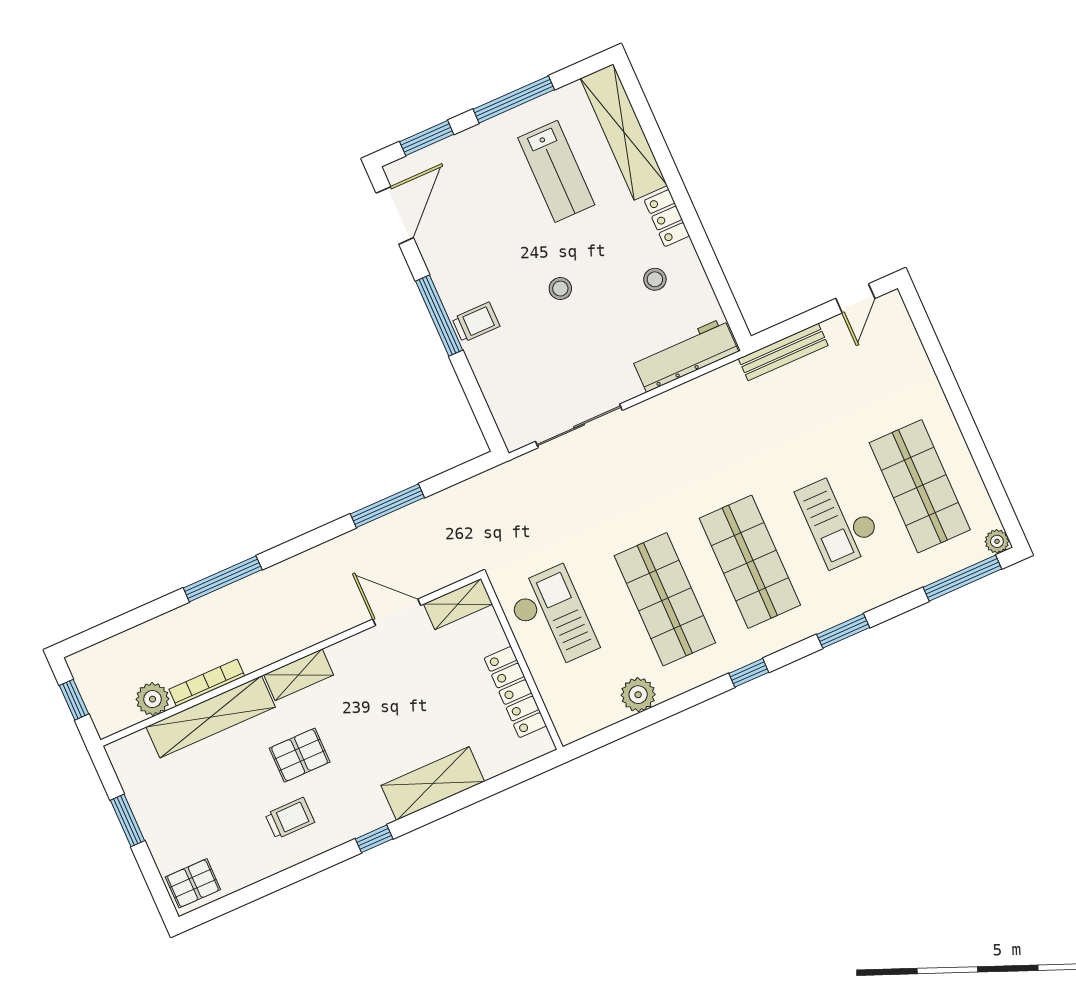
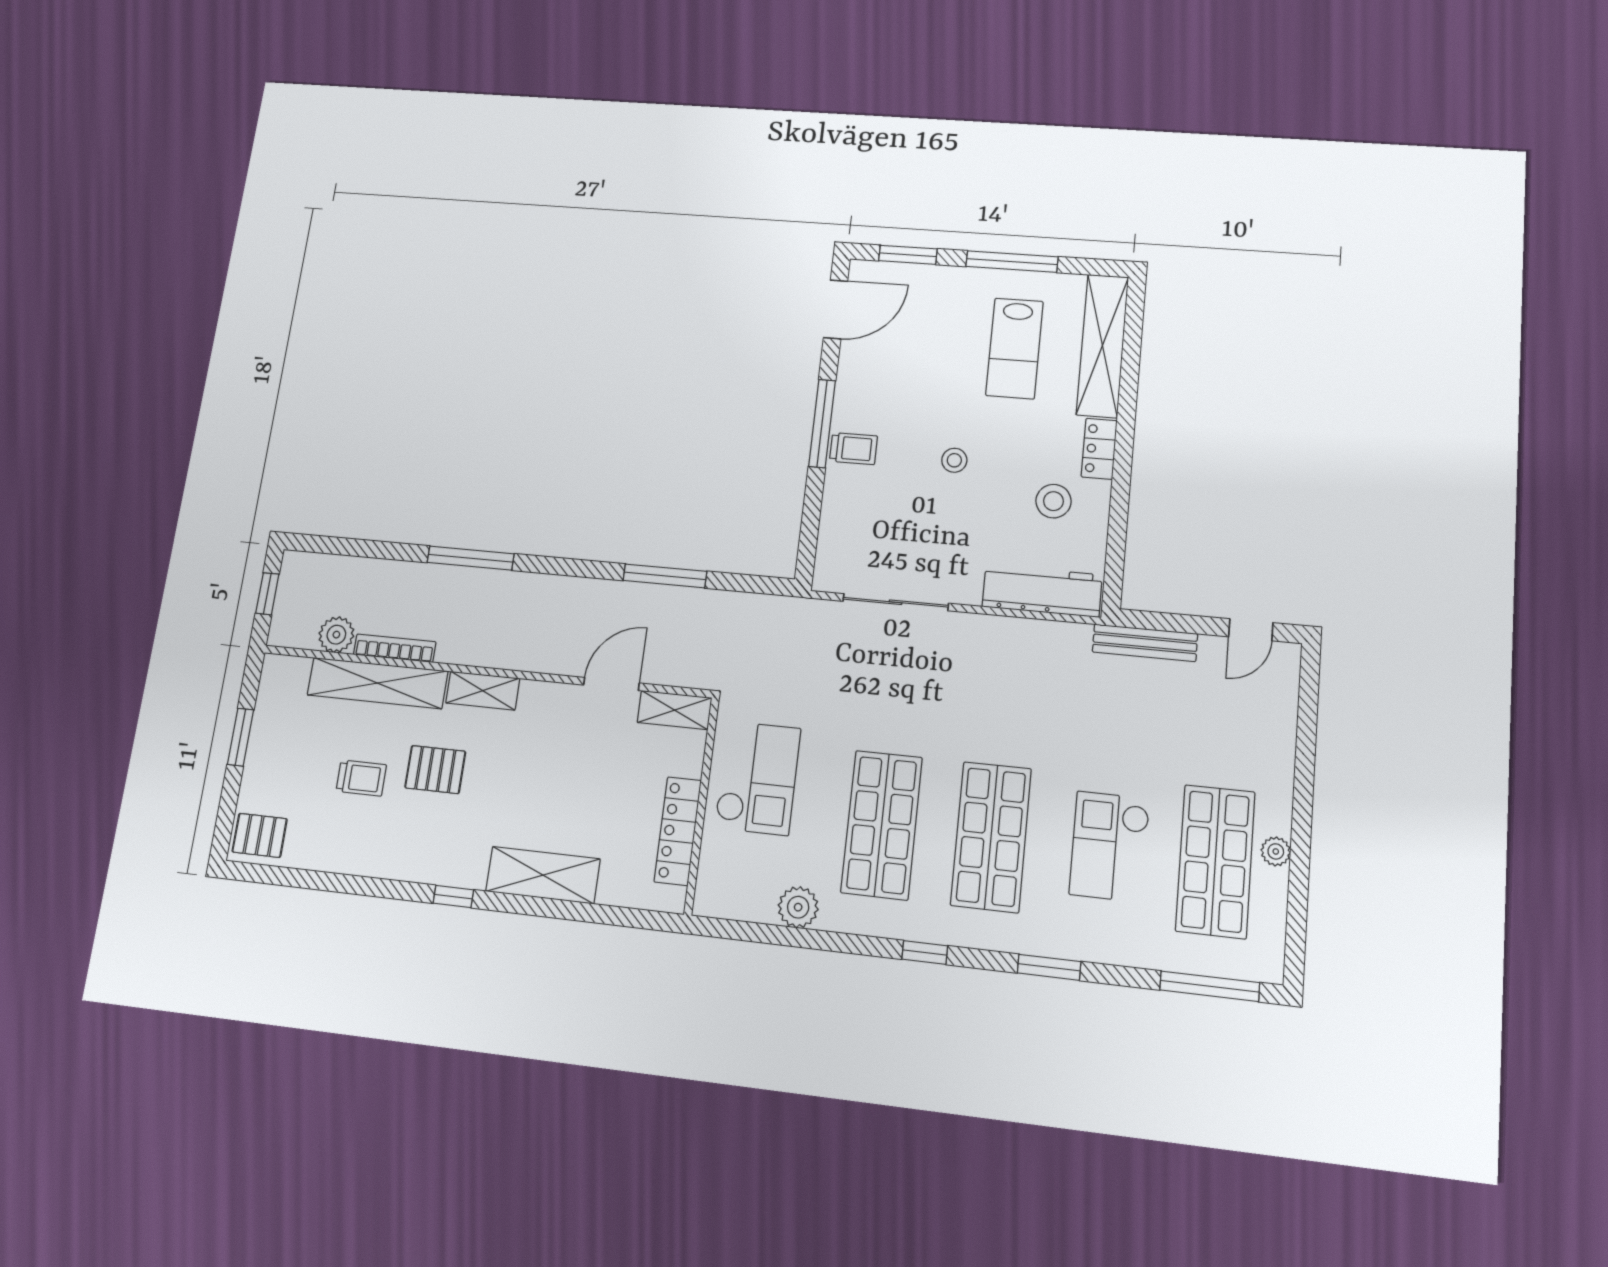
stool: (655, 279) -> (1053, 501), width x1.37, depth x1.37
plant: (997, 541) -> (1276, 851), moved
door: (397, 612) -> (611, 684), hinge flipped
trolley: (290, 818) -> (361, 778), moved

